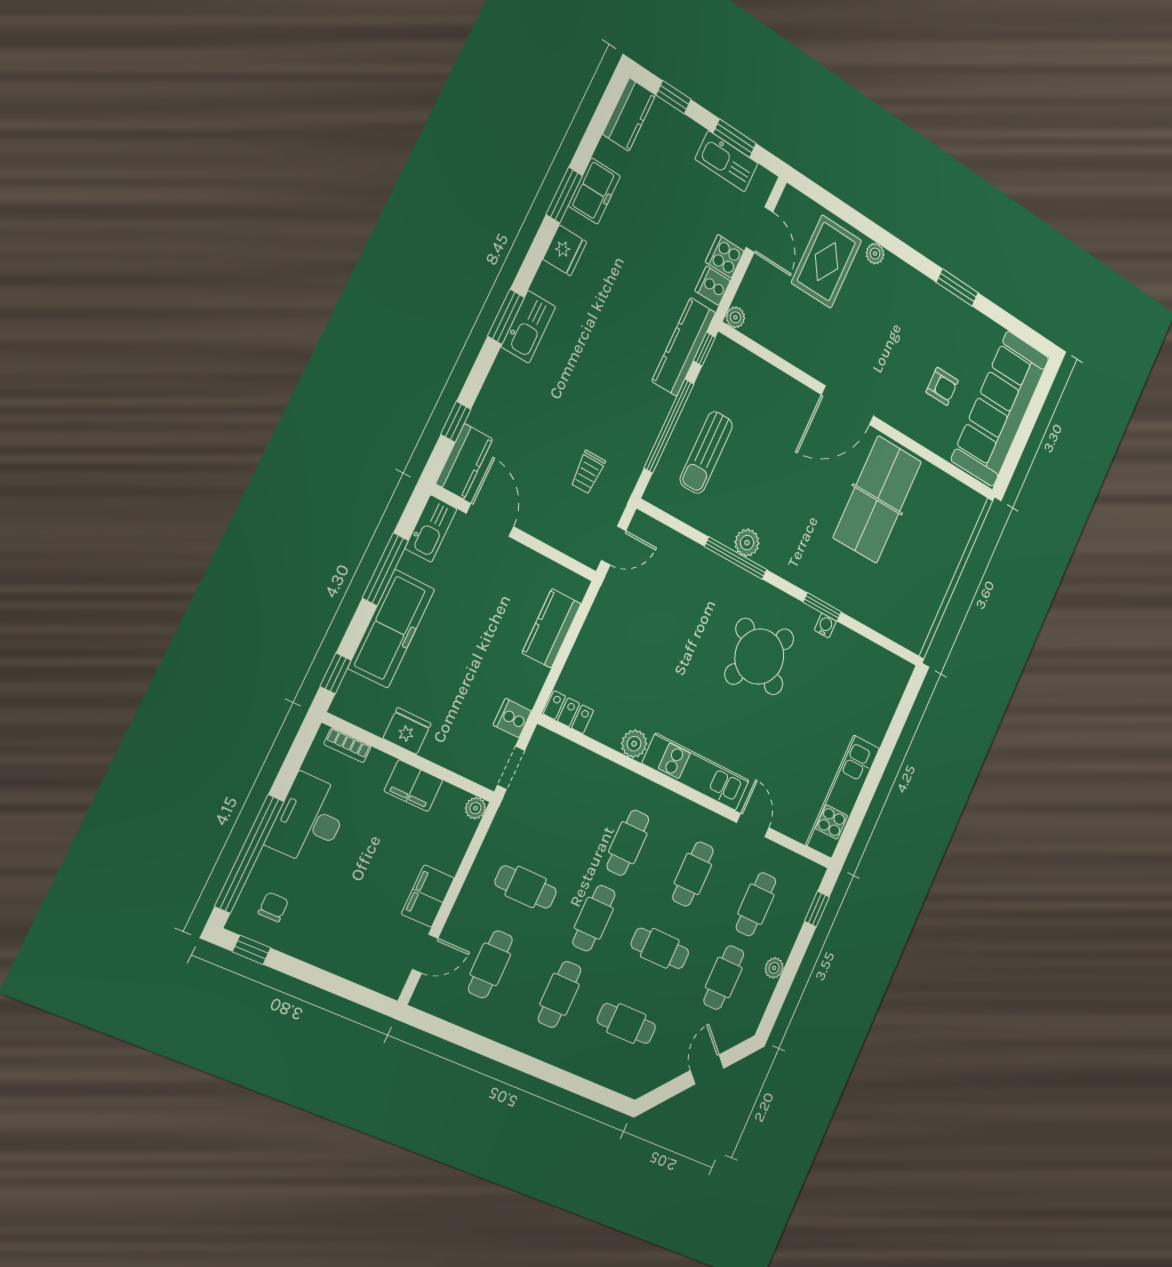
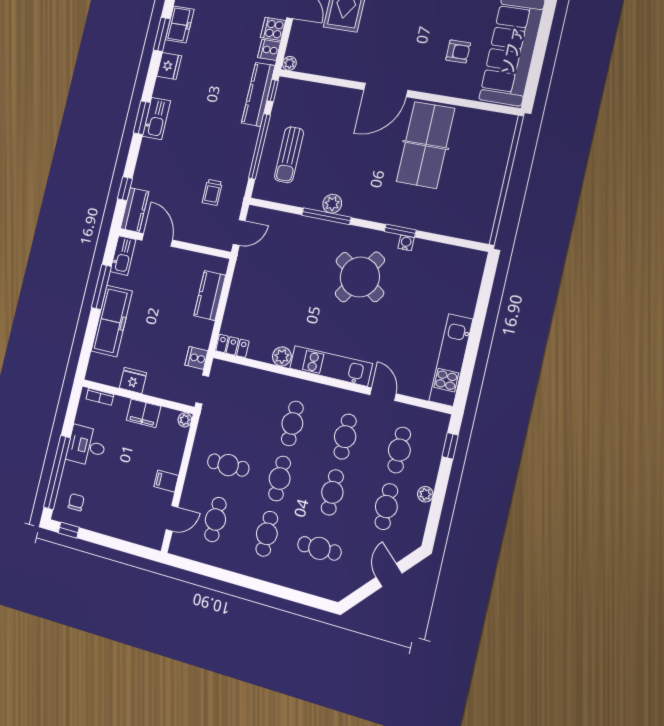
window: (336, 673) -> (85, 355), removed
desk: (309, 820) -> (86, 446), width x0.73
filing cabinet: (428, 896) -> (166, 481), width x0.50
cafe table: (660, 948) -> (332, 492), turned 90

